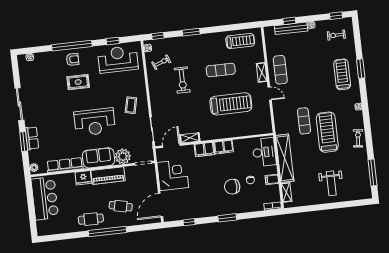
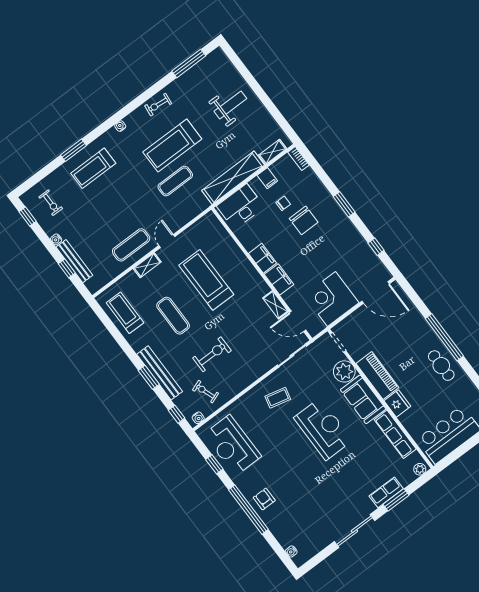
bench: (190, 41) -> (160, 373), added
rug: (78, 82) -> (287, 477), removed
cafe table: (121, 206) -> (405, 339), removed

